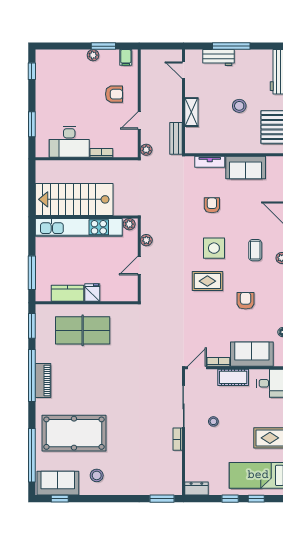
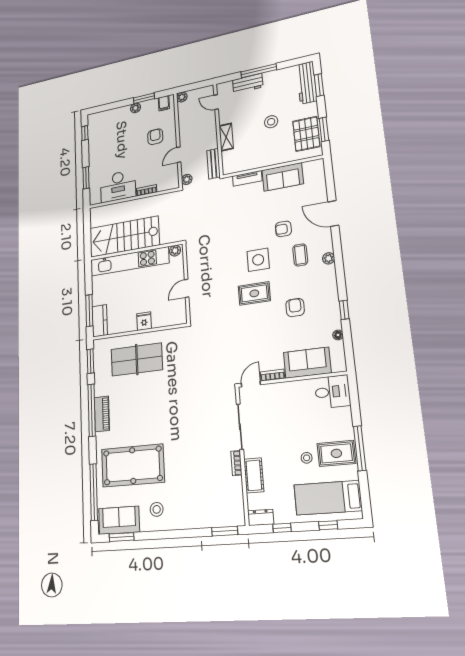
armchair: (114, 94) -> (155, 137), turned -90
armchair: (212, 205) -> (283, 229), moved, turned -90
plant: (146, 240) -> (182, 97), moved
kitchen counter: (68, 293) -> (100, 321), moved, turned 90
cot: (233, 377) -> (254, 475), moved, turned 90
stool: (213, 421) -> (307, 458), moved
window: (60, 499) -> (122, 537), width x1.50
window: (230, 499) -> (282, 528), moved

